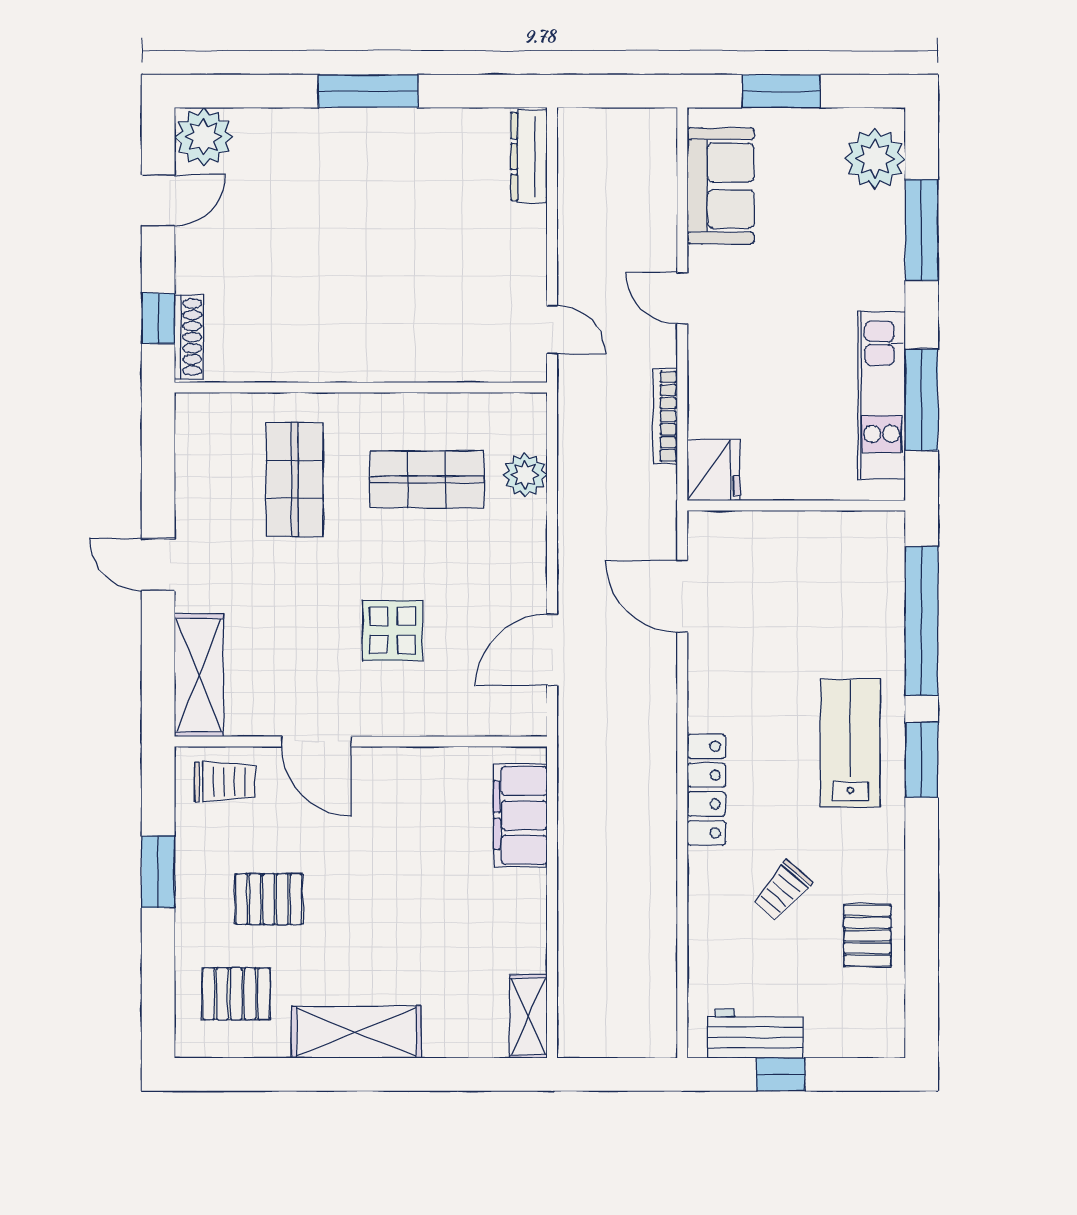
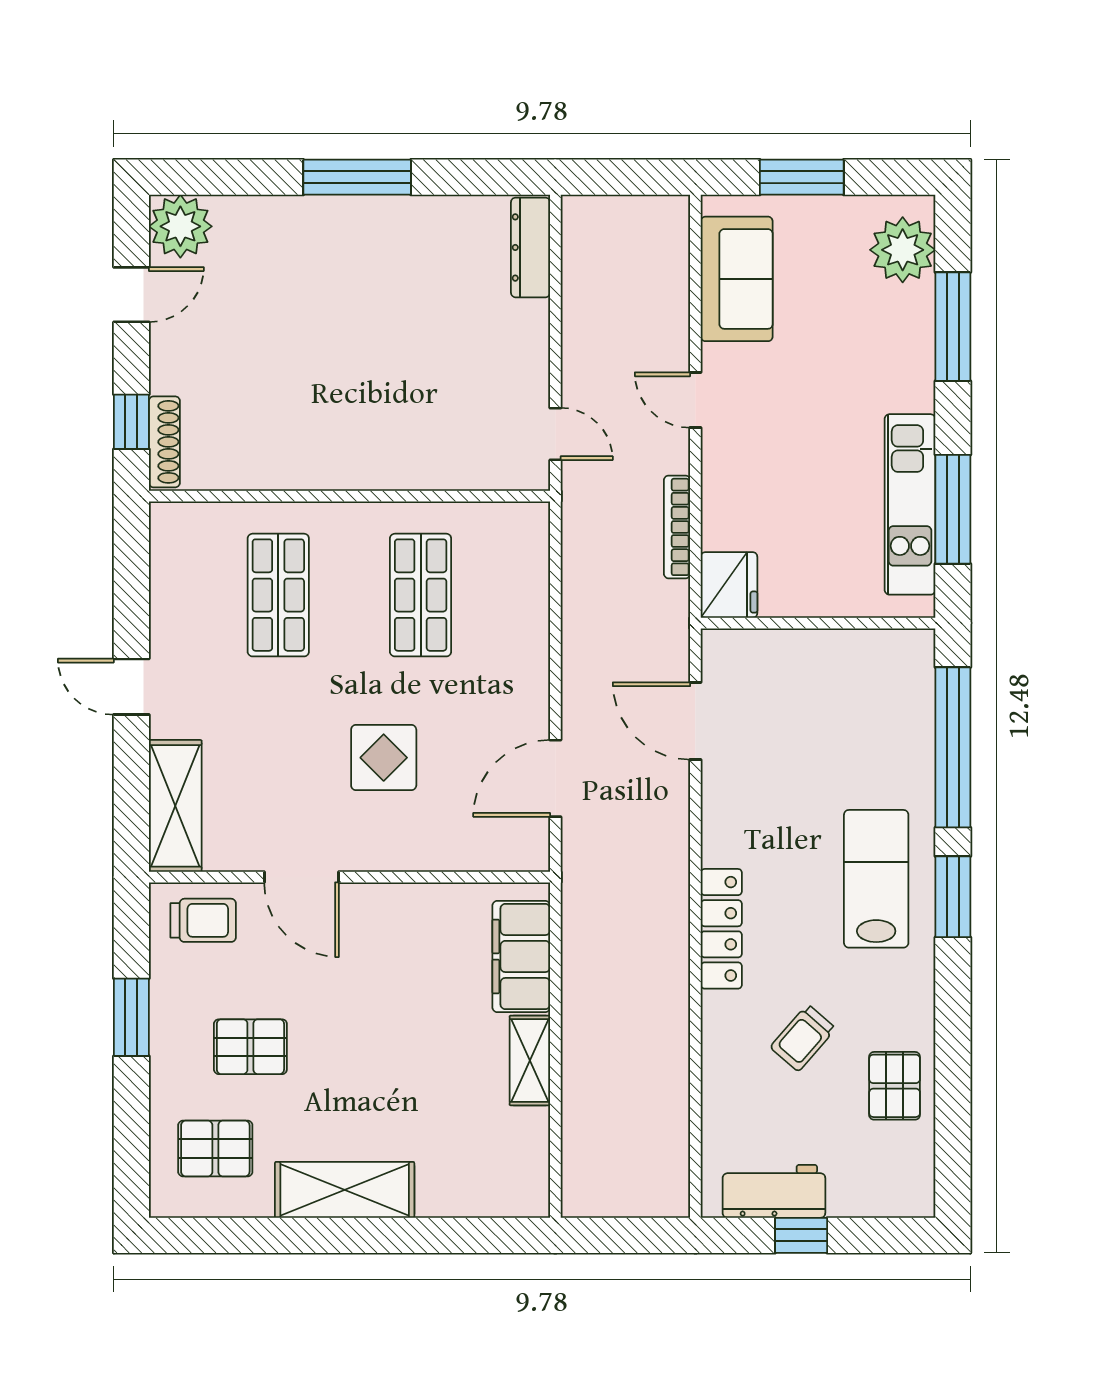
plant: (525, 475) -> (526, 590), removed
shop shelf: (427, 479) -> (421, 595), turned 90
shelving: (528, 1016) -> (530, 1060), moved

